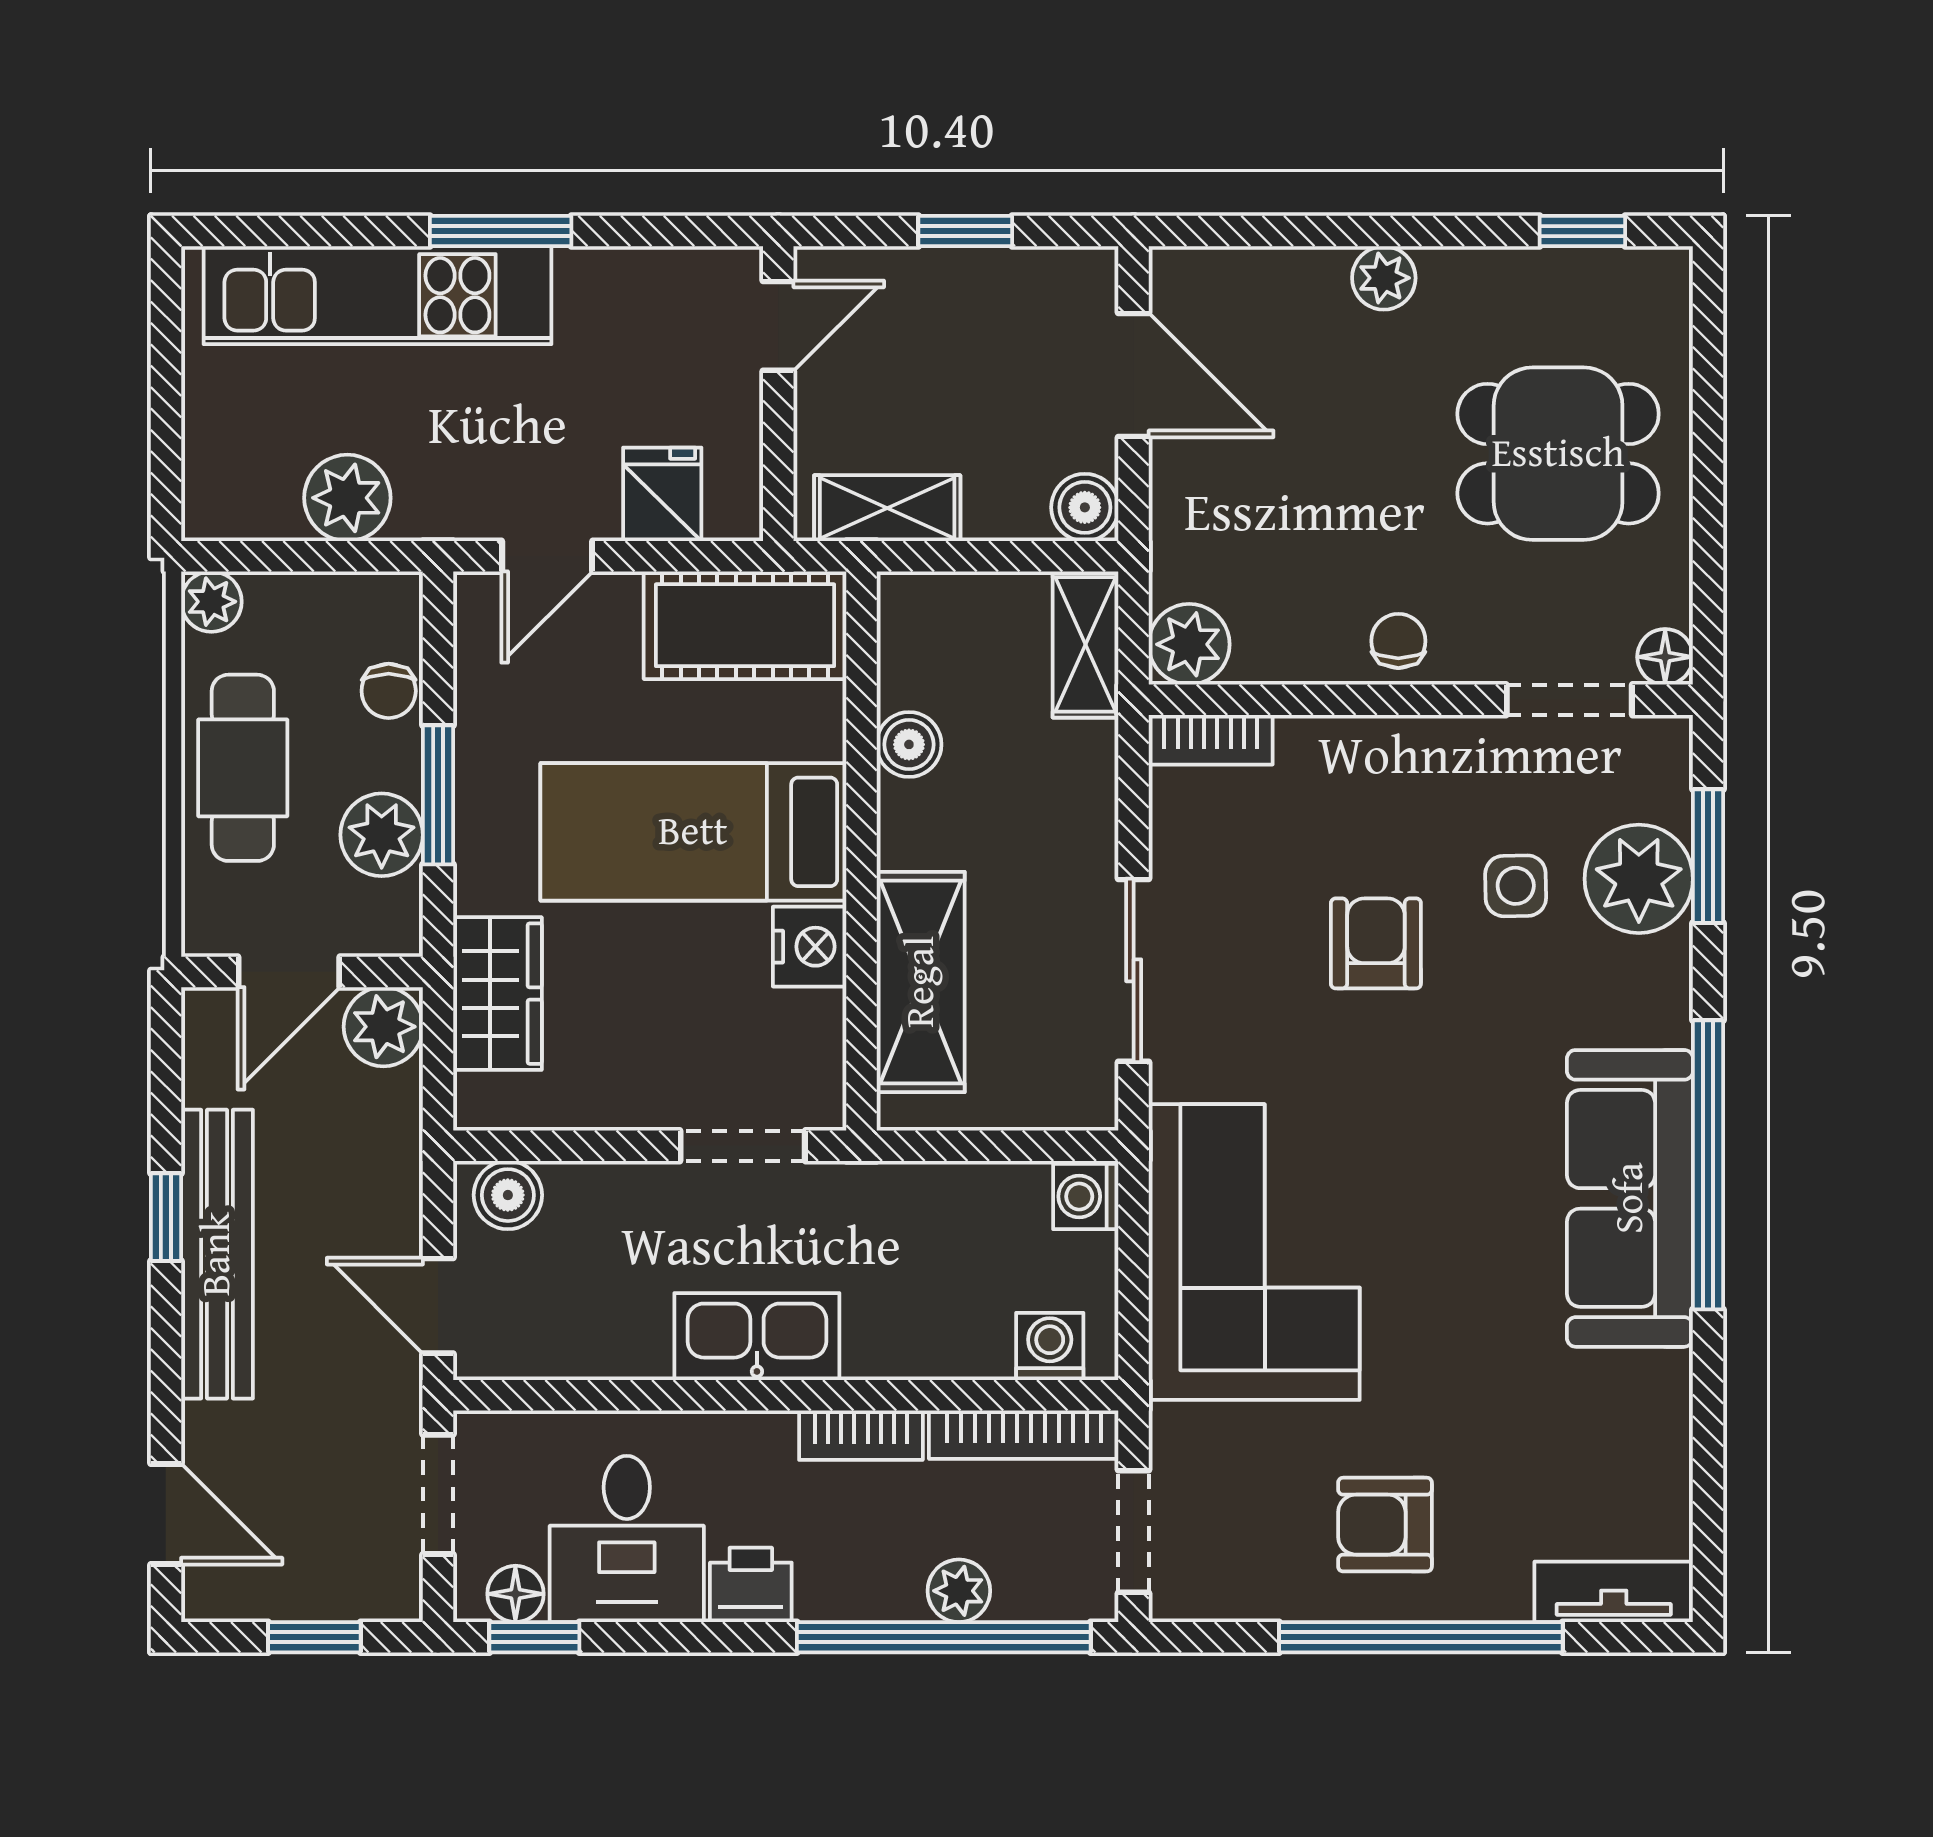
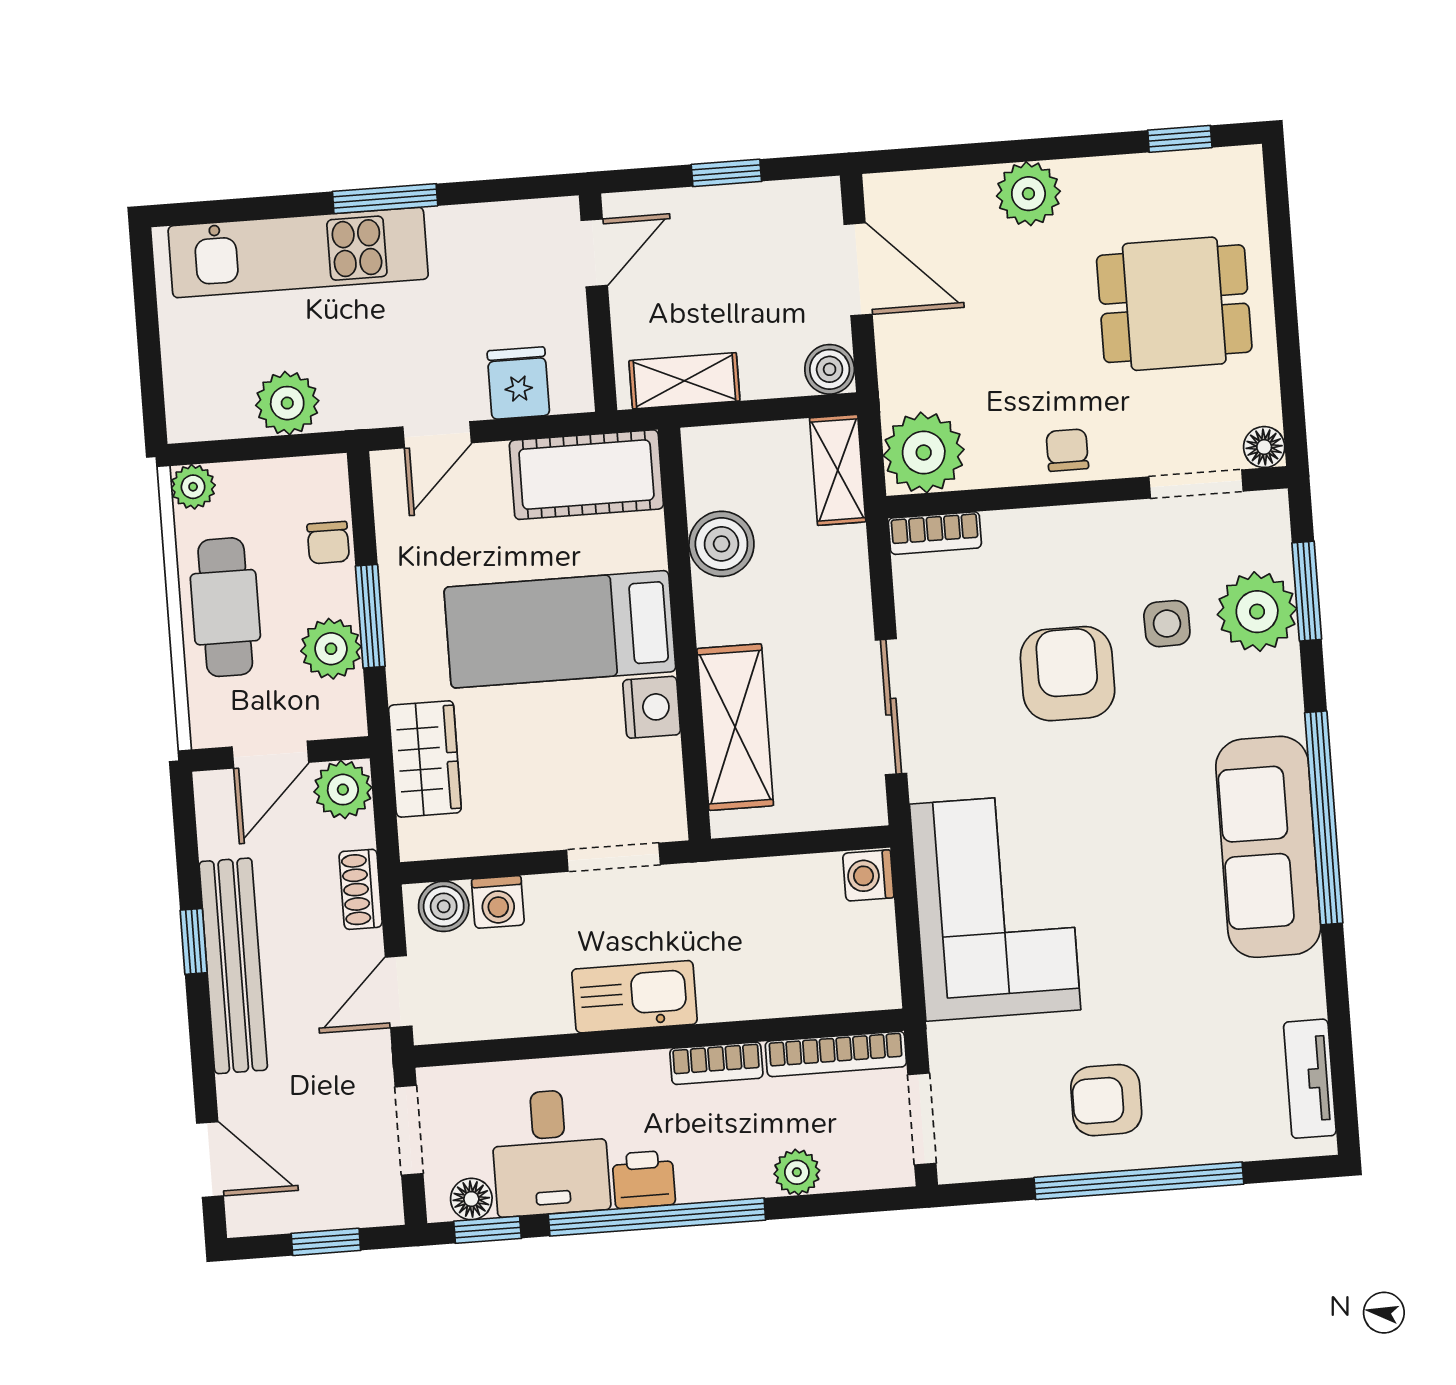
plant: (1384, 278) -> (1028, 194), width x1.38, depth x1.38
plant: (1189, 644) -> (924, 453), width x1.36, depth x1.36
boiler: (909, 744) -> (721, 544), width x1.36, depth x1.36
armchair: (1376, 943) -> (1068, 674), width x1.38, depth x1.38
shoe rack: (397, 1163) -> (361, 889), added
door: (438, 1306) -> (399, 992), hinge flipped
washing machine: (1050, 1346) -> (498, 902), moved, turned 180
tv unit: (1614, 1592) -> (1310, 1079), moved, turned -90
window: (944, 1637) -> (657, 1217), moved

